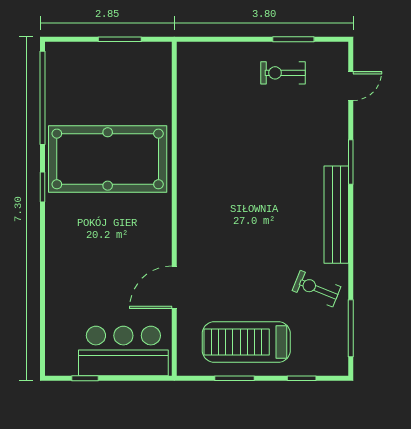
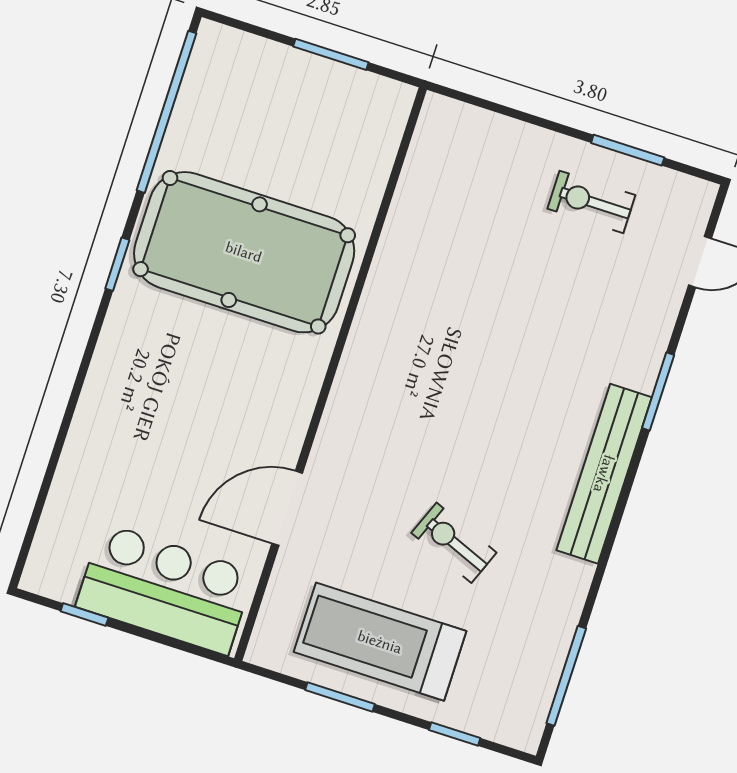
exercise bike: (317, 289) -> (454, 543), moved

